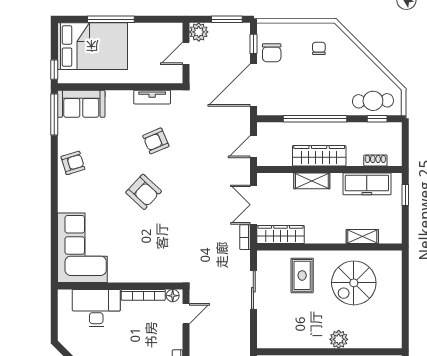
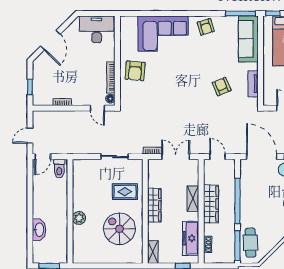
sofa: (81, 104) -> (248, 39), width x1.36
window: (377, 119) -> (237, 246), width x2.17
armchair: (144, 192) -> (135, 71), moved, turned -38
wardrobe: (280, 235) -> (154, 205), moved
shelving: (362, 237) -> (153, 252), moved
corner sofa: (82, 248) -> (163, 34), moved
desk: (96, 308) -> (97, 29), moved, turned -90

